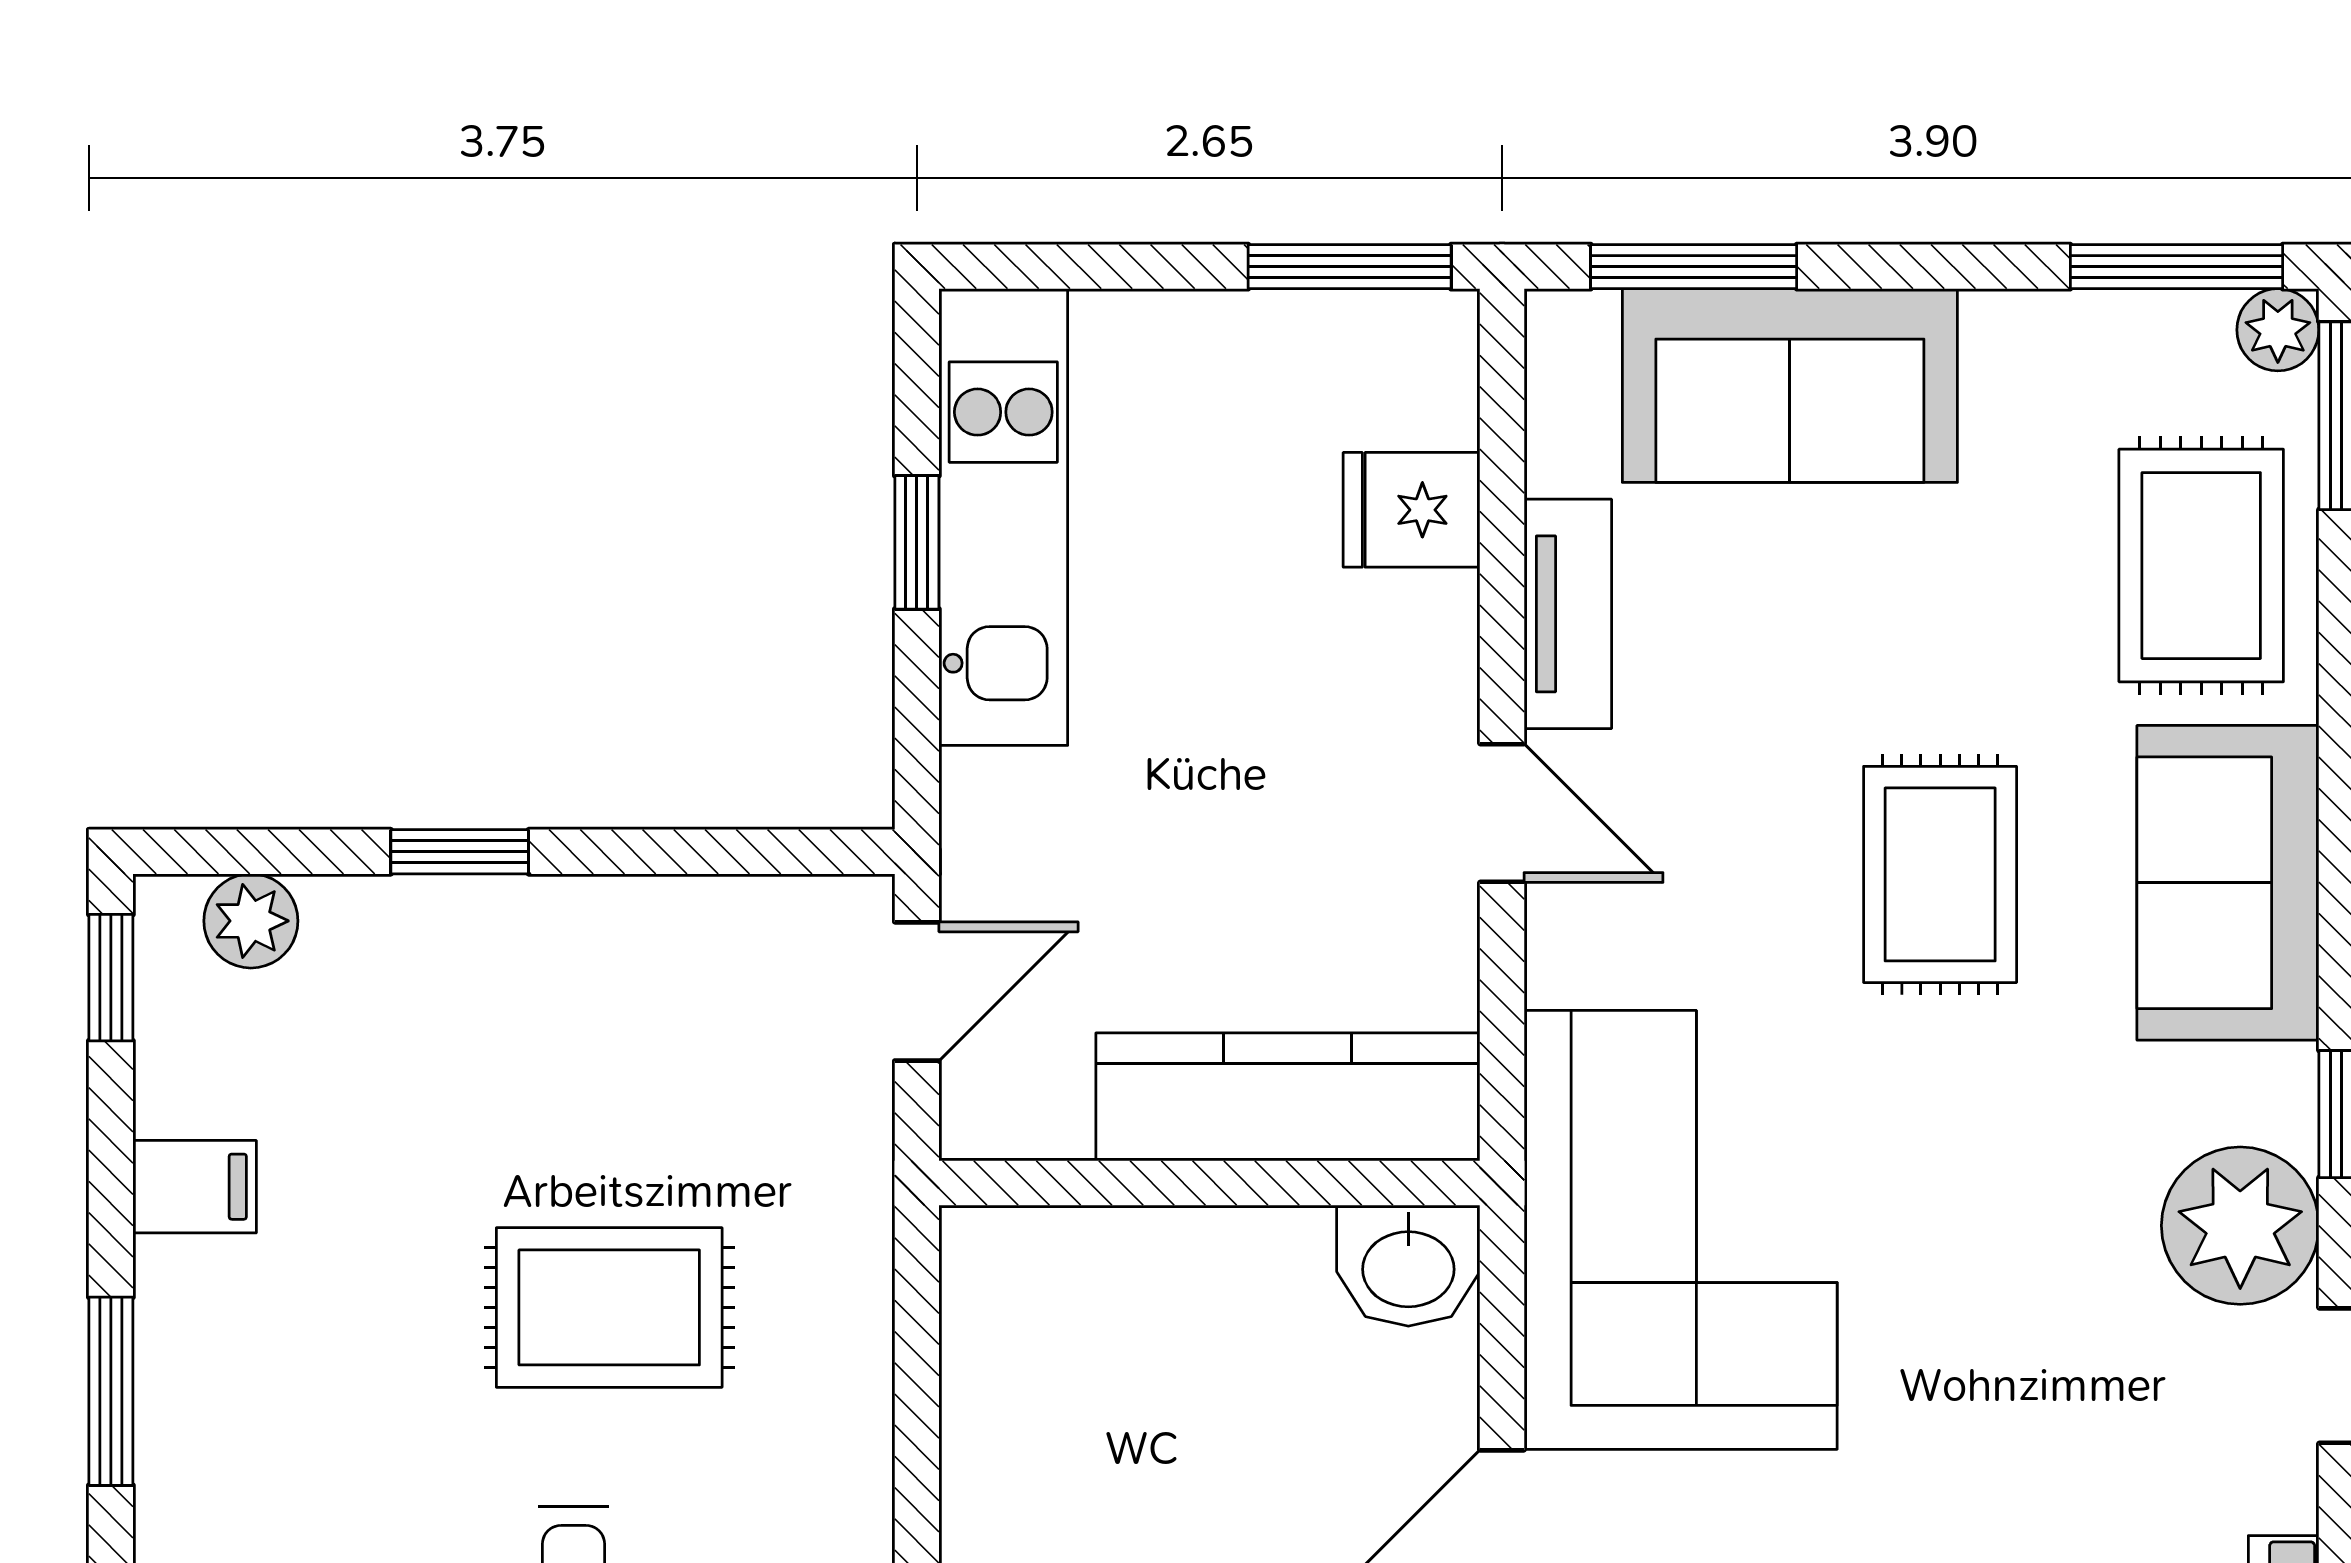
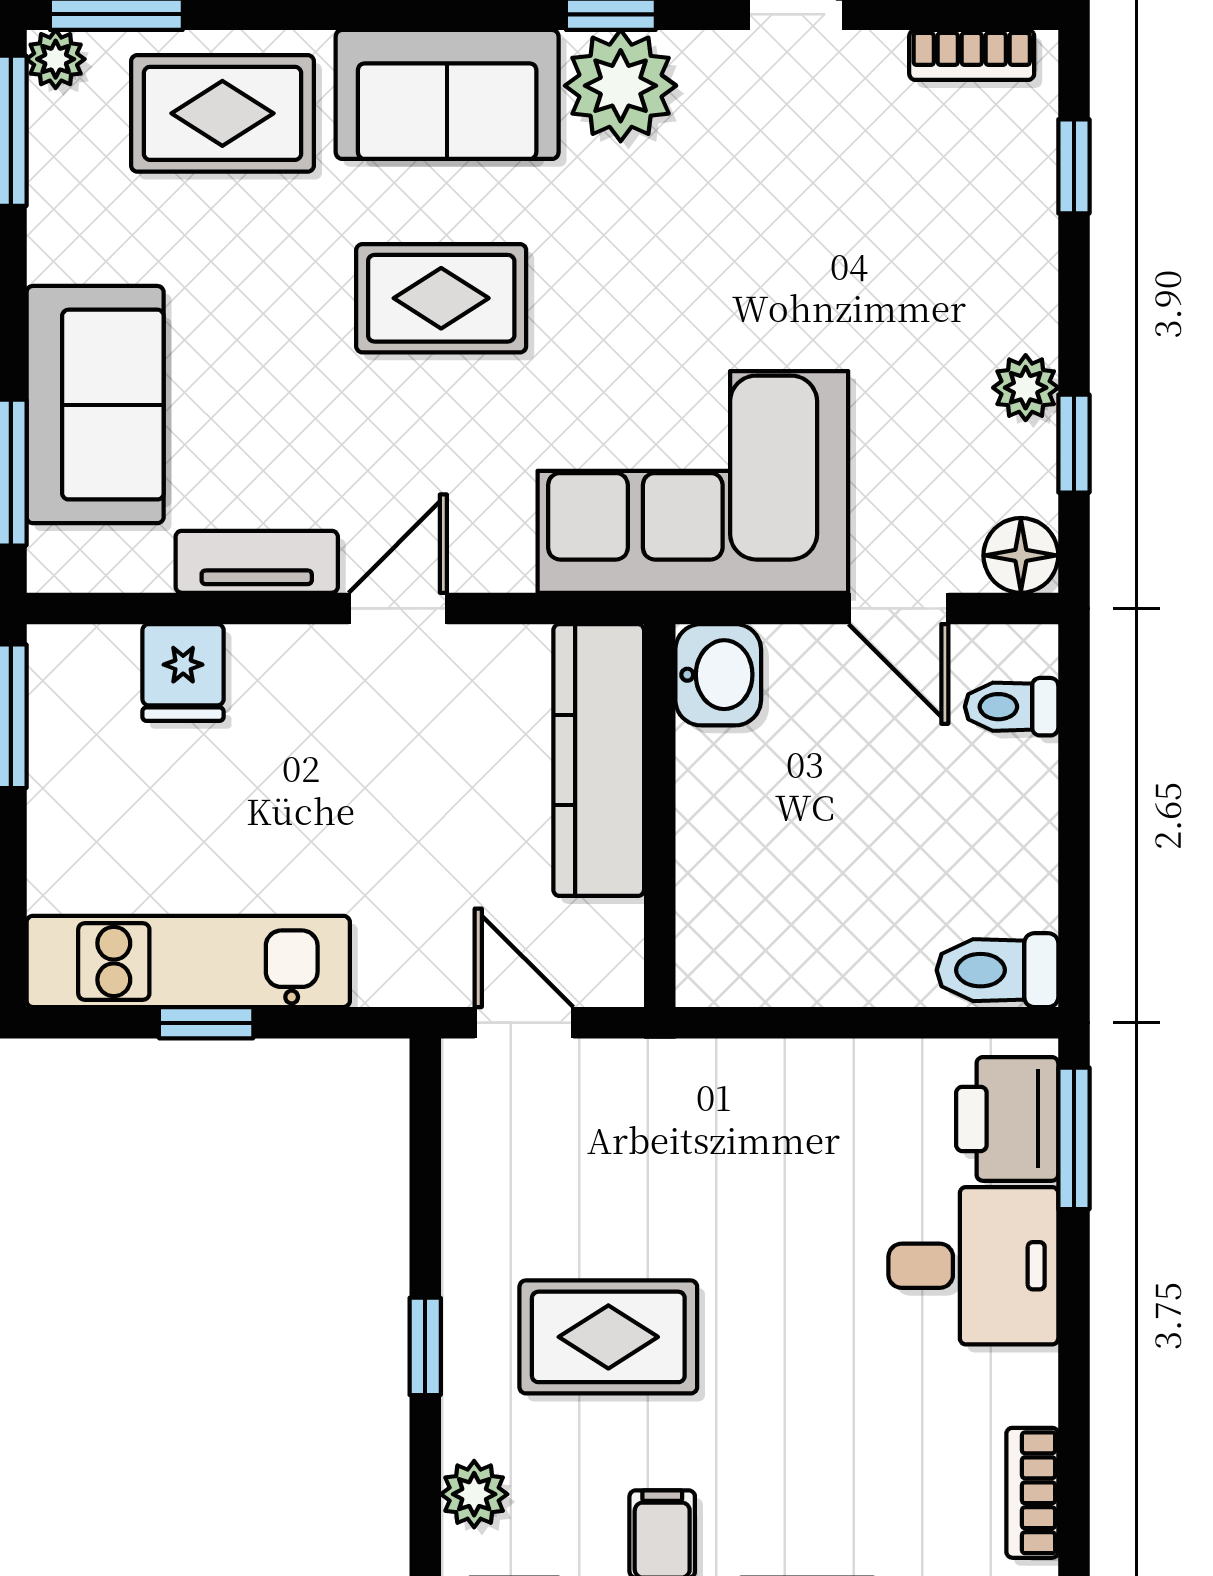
plant: (2240, 1226) -> (621, 86), moved
rug: (609, 1307) -> (608, 1337), moved, turned 90

